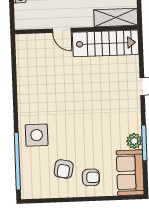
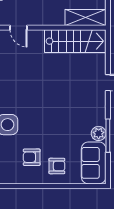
door: (62, 30) -> (19, 28), moved
armchair: (64, 169) -> (32, 157), turned 79

